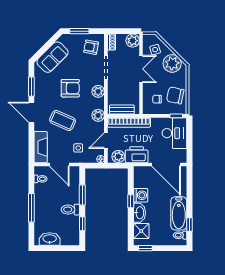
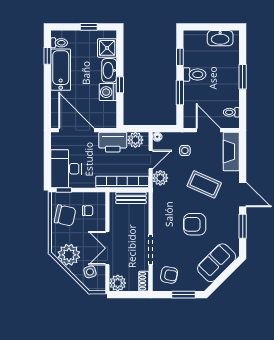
plant: (98, 91) -> (160, 220), removed
plant: (98, 115) -> (160, 178), moved
window: (31, 208) -> (243, 77), width x0.69
window: (145, 248) -> (89, 27), moved

